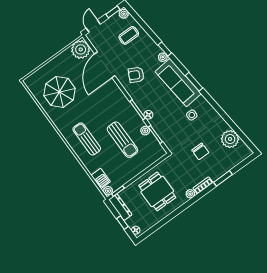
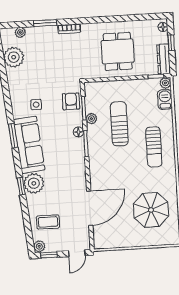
plant: (81, 49) -> (104, 238), removed
plant: (163, 57) -> (34, 183), width x1.88, depth x1.88
armchair: (136, 75) -> (71, 101), moved, turned -117
chair: (200, 151) -> (50, 64), removed
plant: (190, 194) -> (20, 32), moved

